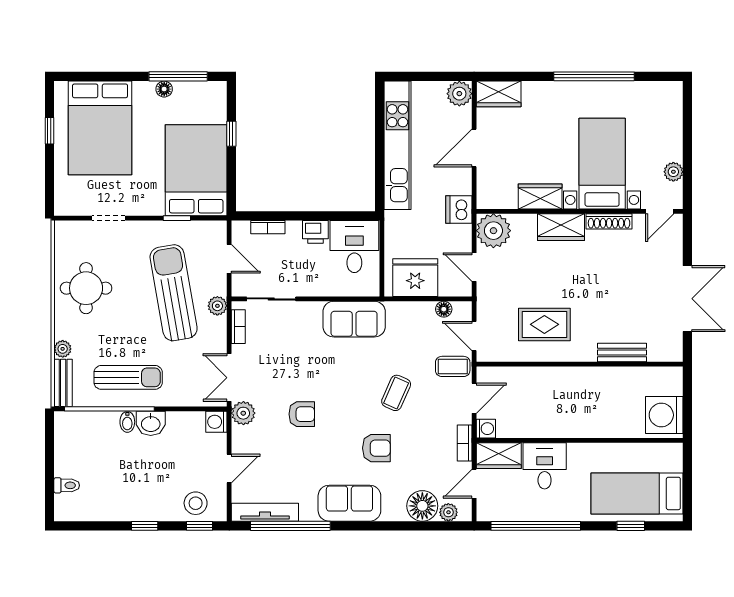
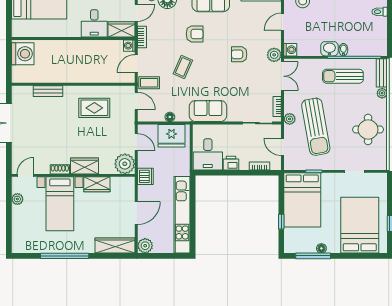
wardrobe: (499, 94) -> (115, 245), width x1.50
shoe rack: (609, 221) -> (60, 169), width x0.70
floor lamp: (444, 309) -> (170, 117), moved
armchair: (376, 448) -> (195, 34), turned 180

